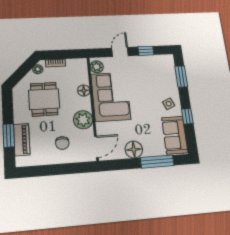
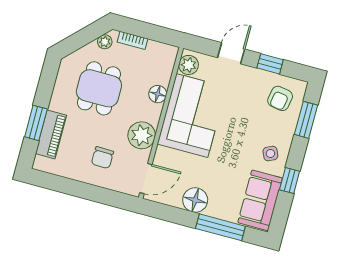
armchair: (160, 69) -> (280, 98), added

